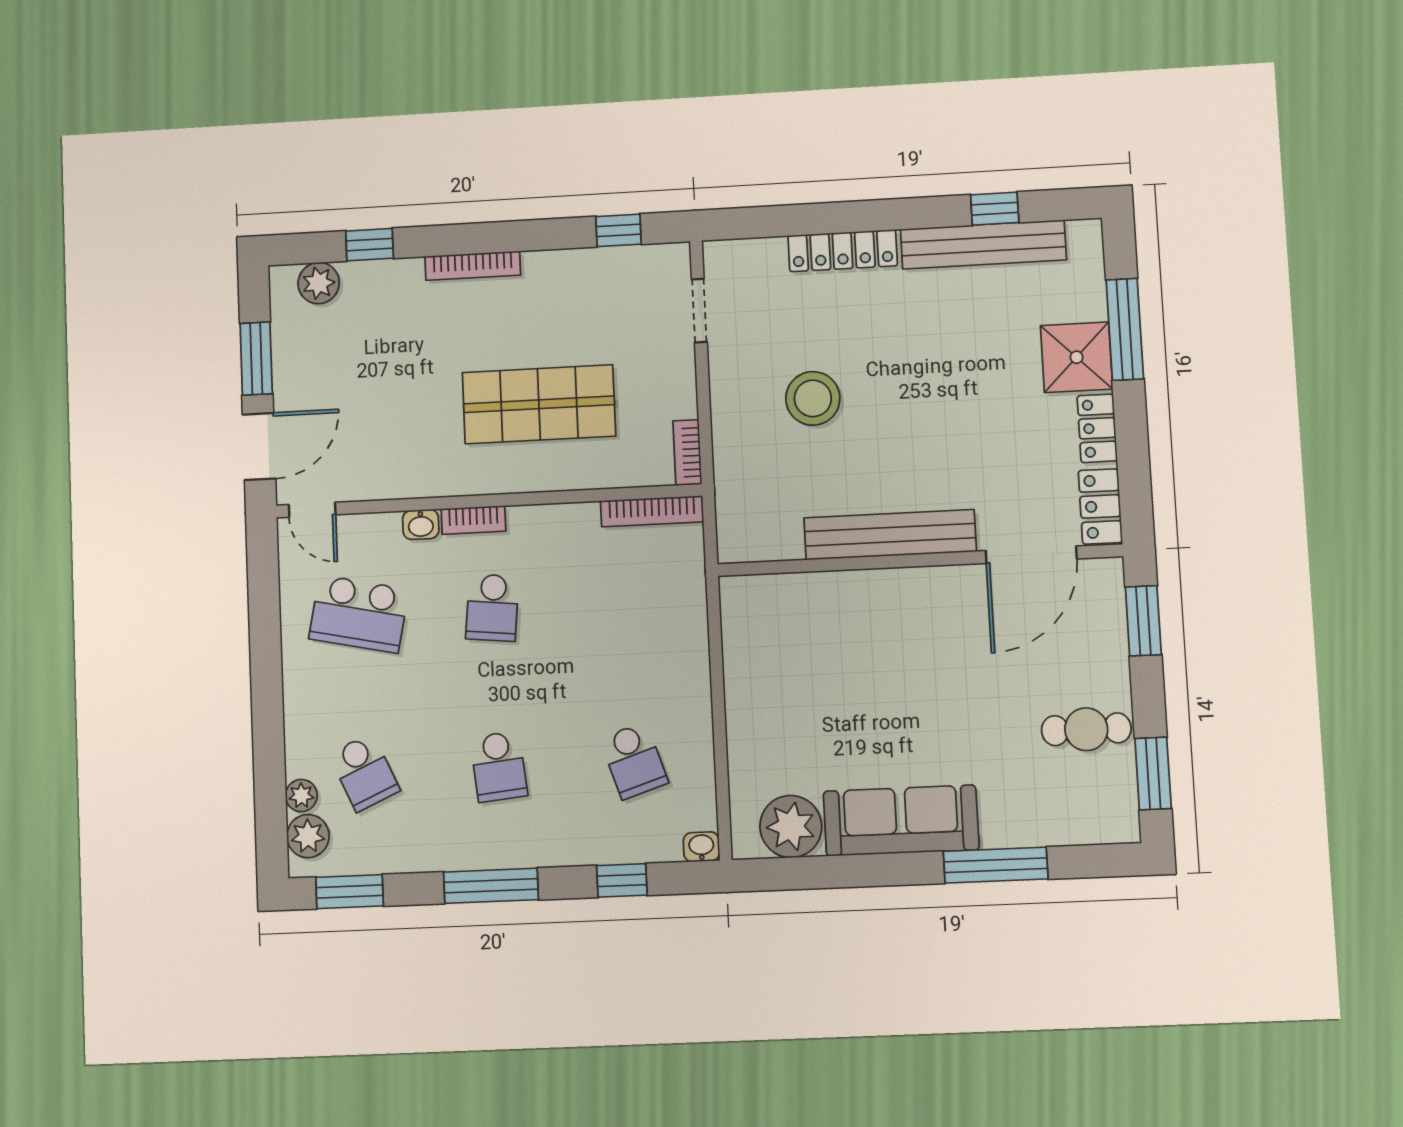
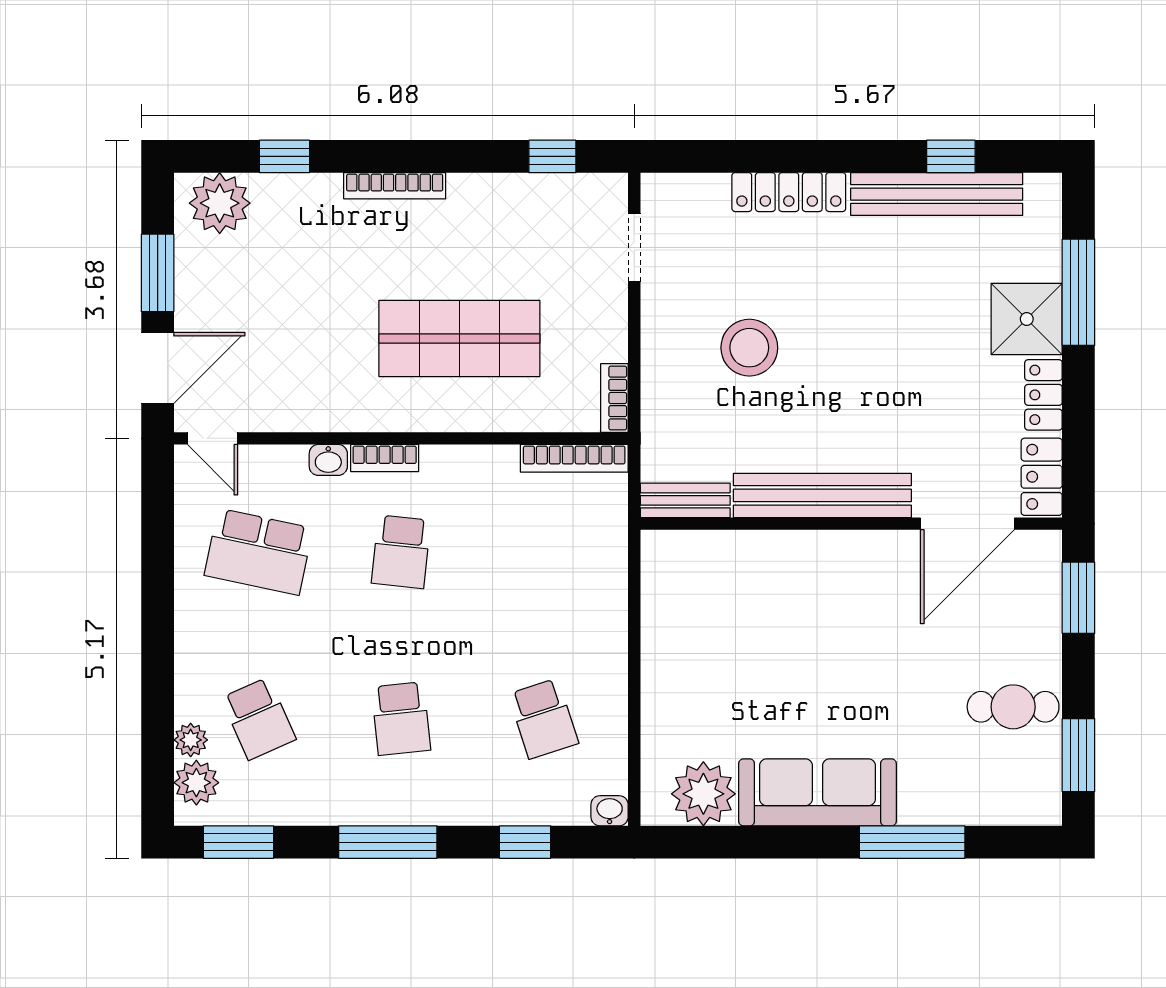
plant: (319, 283) -> (220, 203), width x1.36, depth x1.36
bench: (759, 546) -> (685, 500), added

